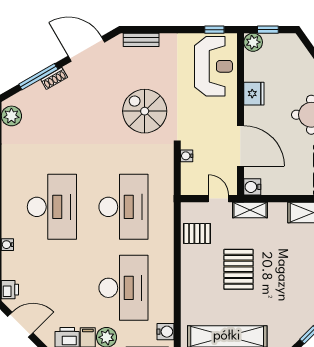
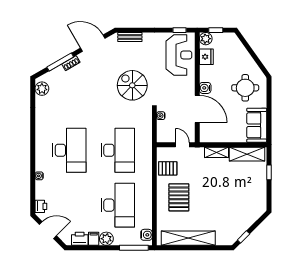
fridge: (254, 94) -> (206, 57), moved
water cooler: (252, 187) -> (205, 88), moved
shelving: (250, 210) -> (217, 152), moved
pallet: (239, 269) -> (179, 197), moved

